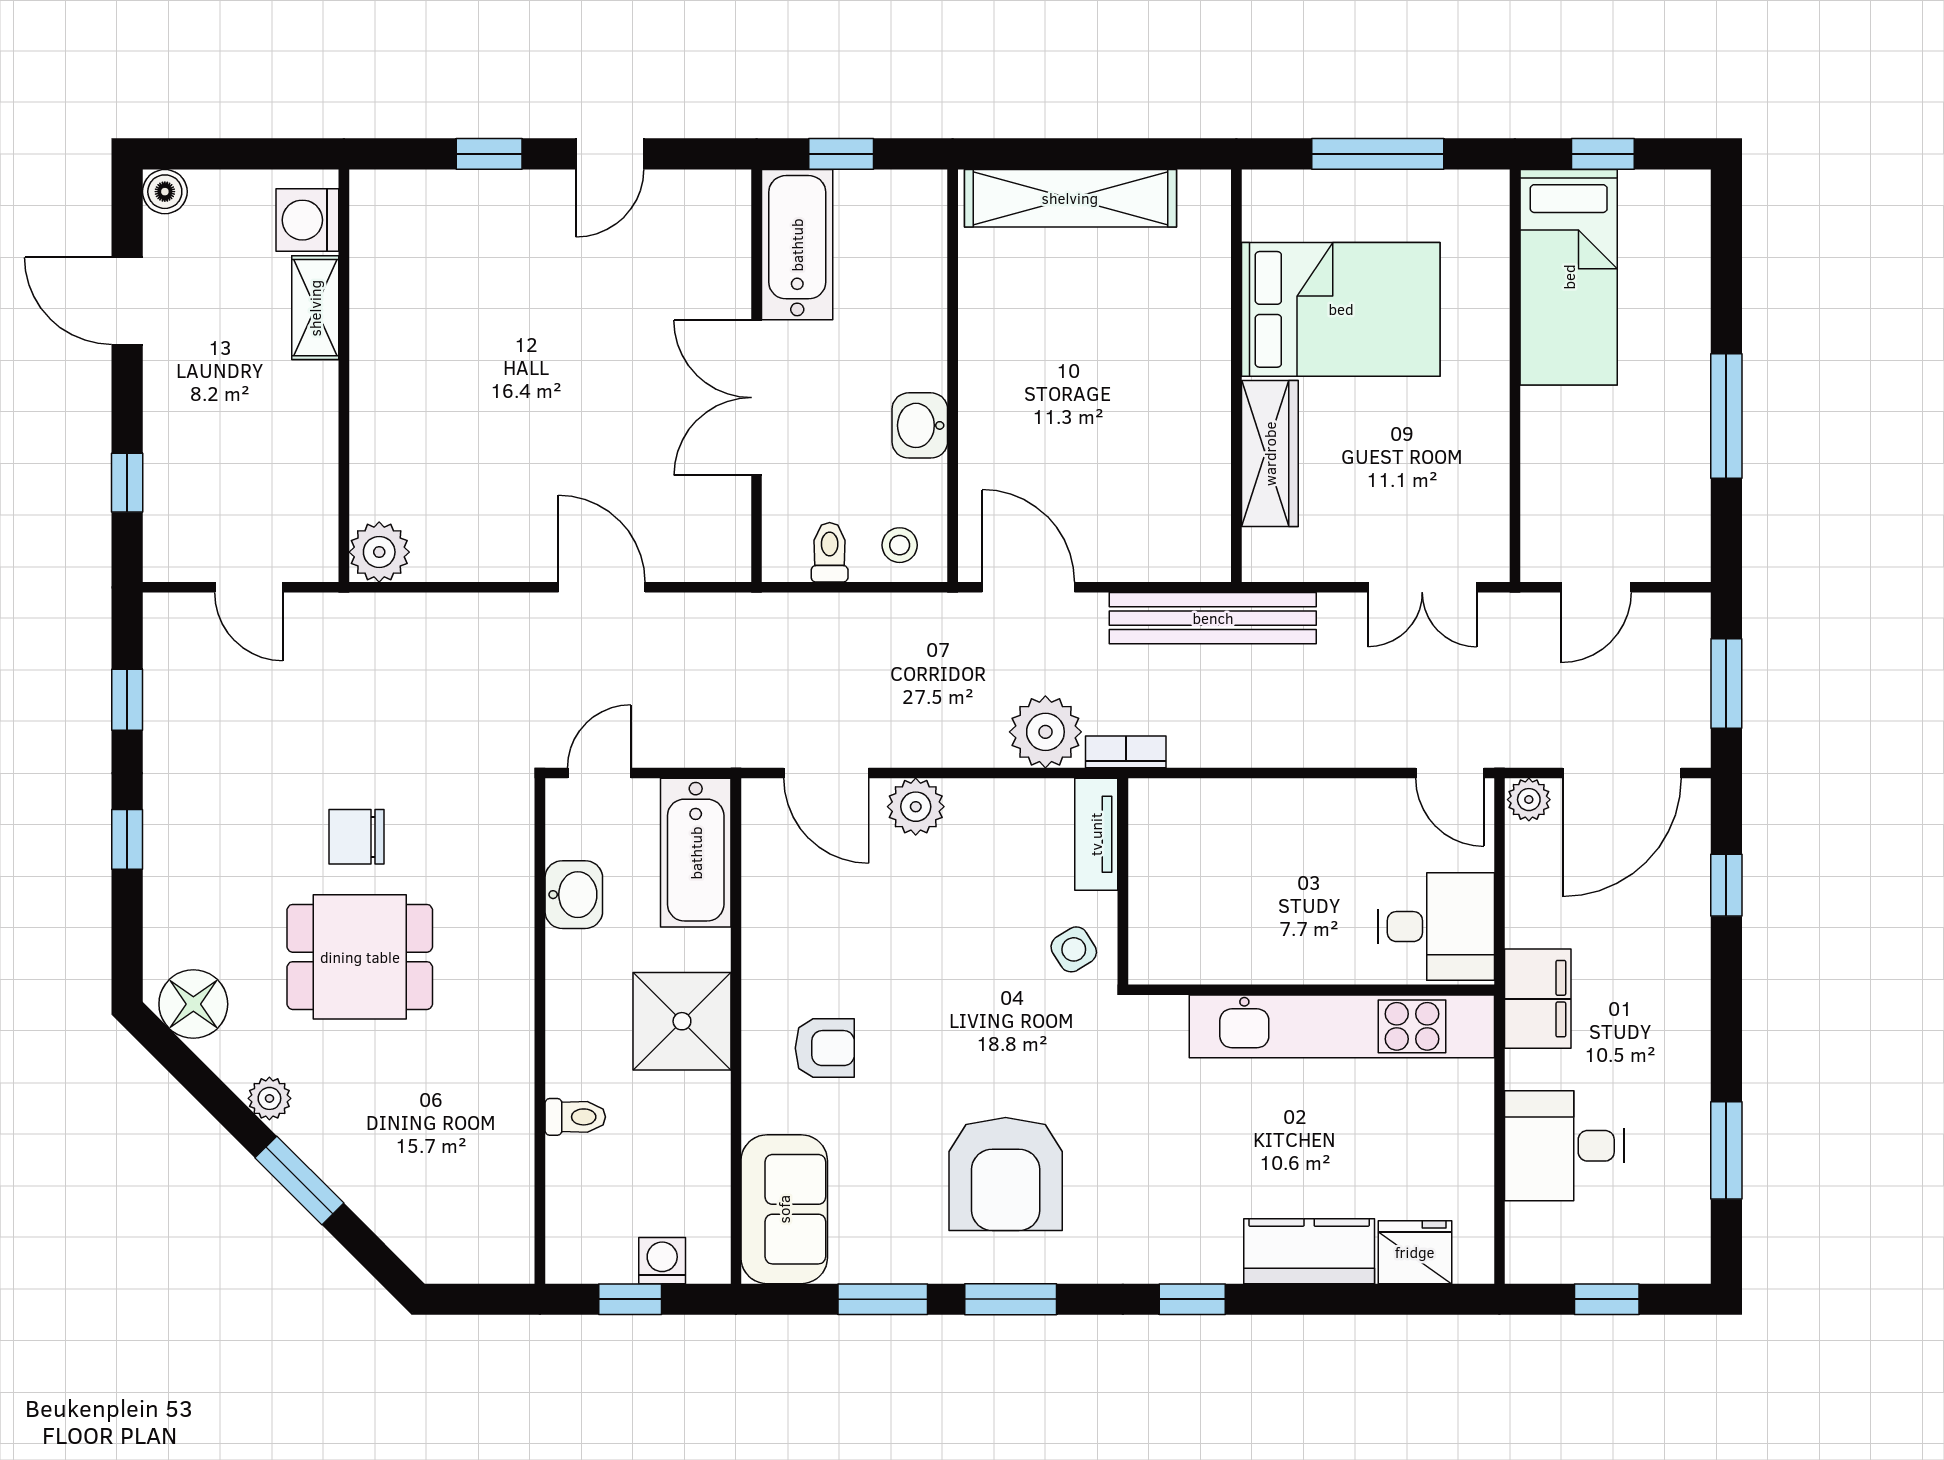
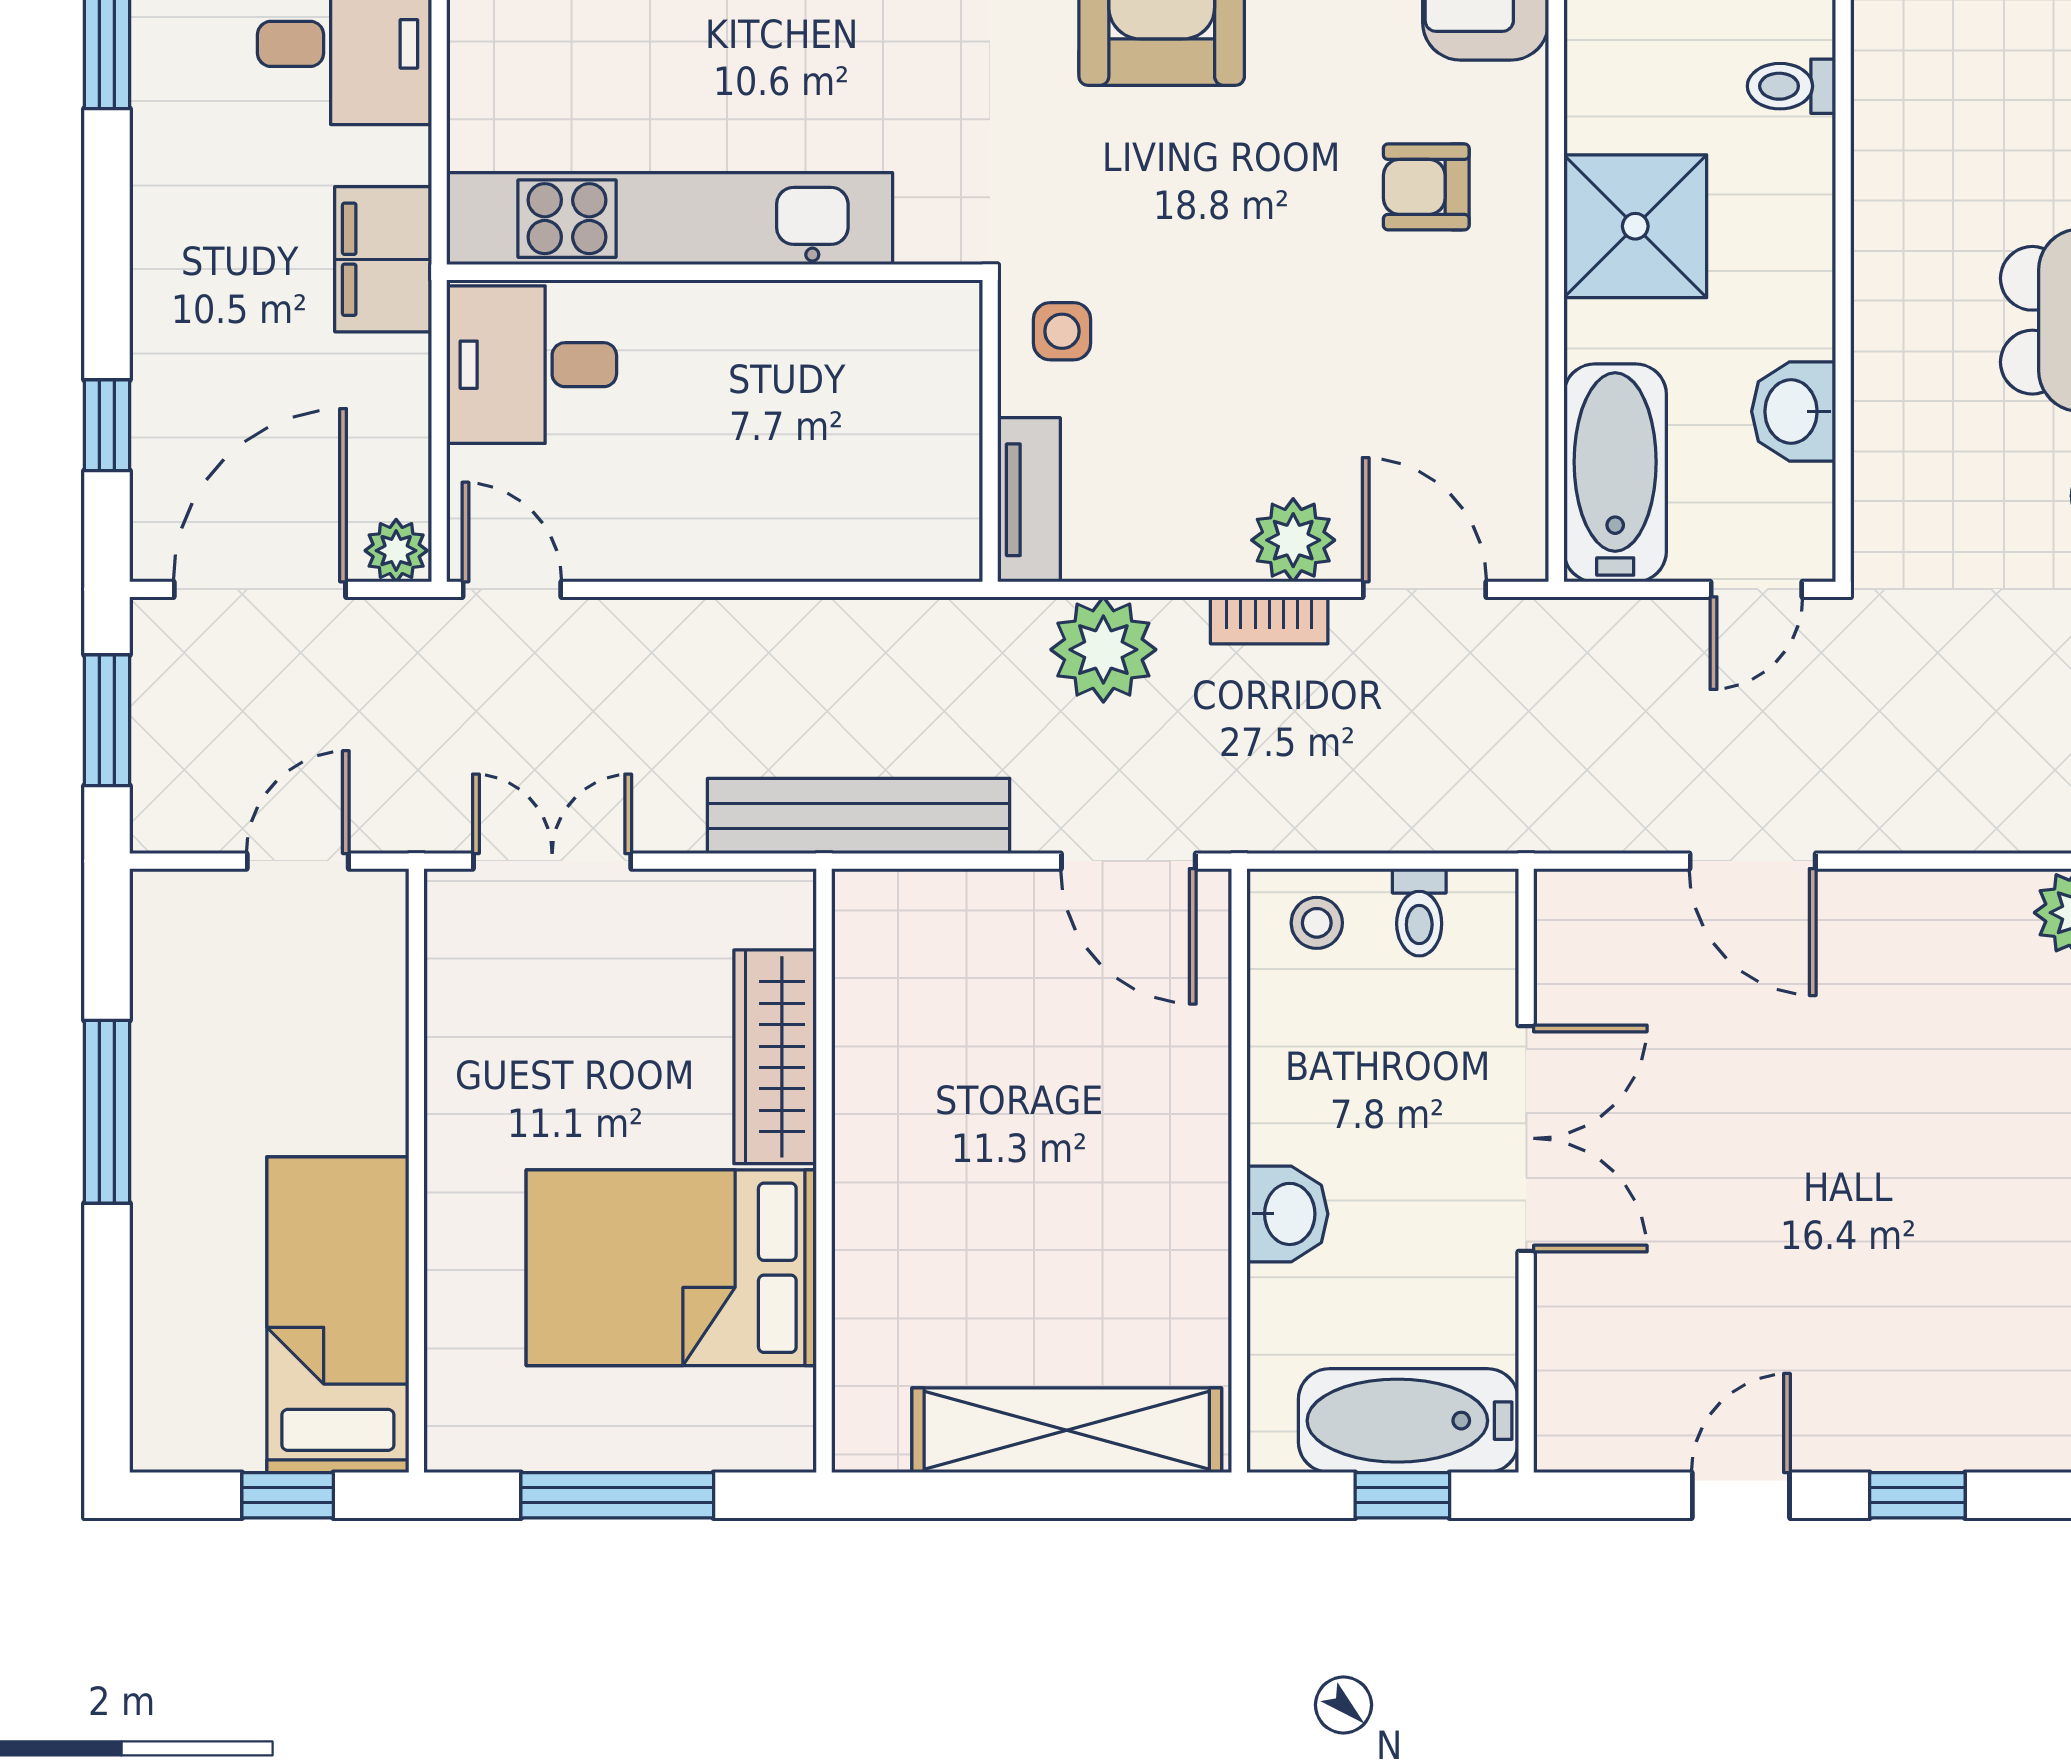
bathtub: (797, 245) -> (1408, 1421), moved, turned 90
washbasin: (920, 425) -> (1287, 1214), moved
bookcase: (1126, 752) -> (1269, 620), moved
side table: (1074, 949) -> (1062, 331), turned 32

